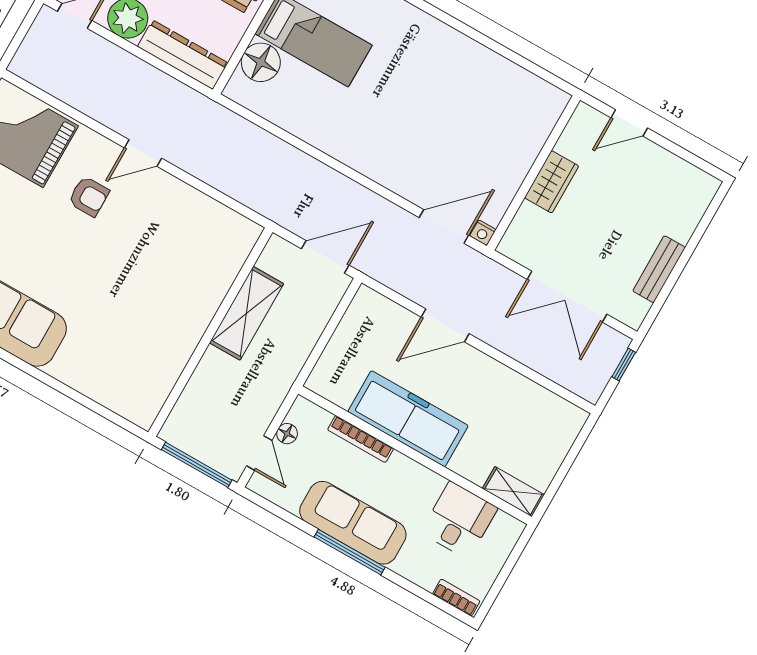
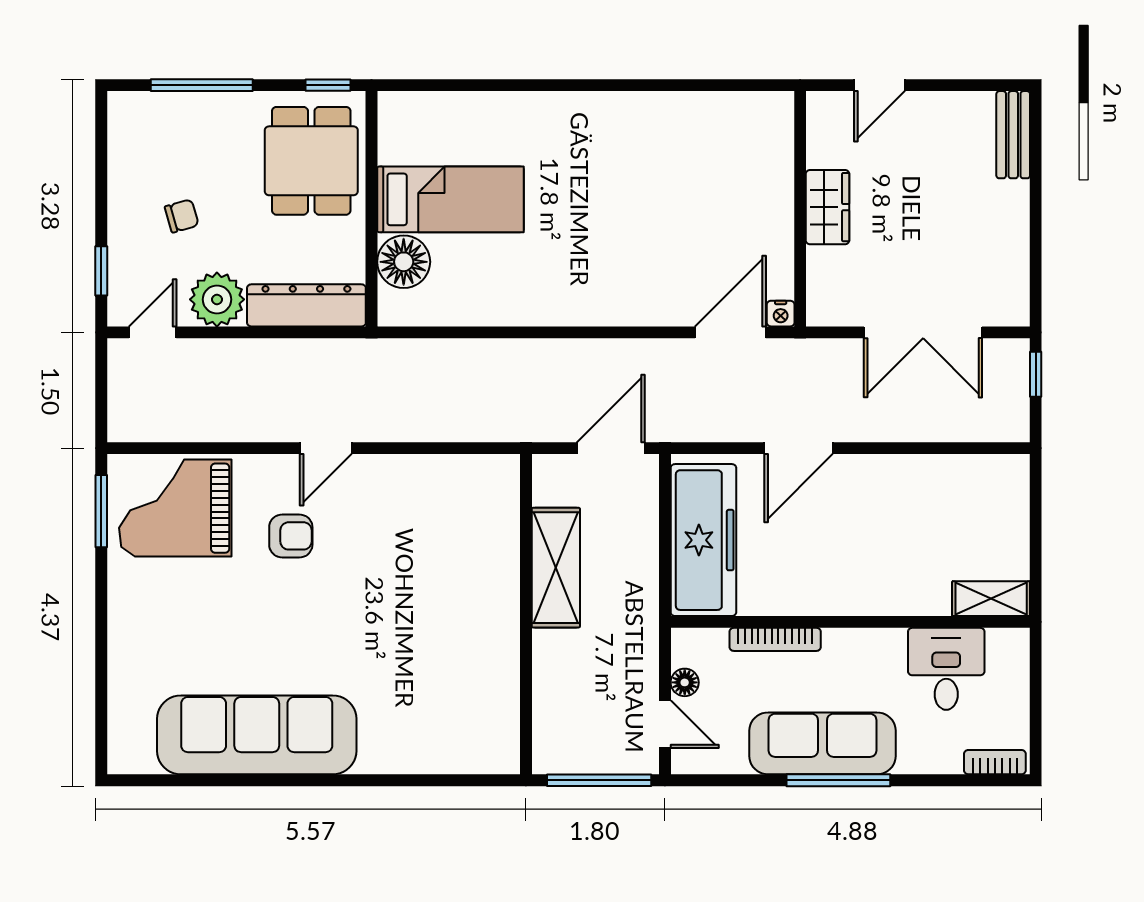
bench: (659, 269) -> (1013, 135), moved
freezer: (408, 419) -> (703, 540), moved, turned 90

